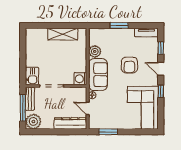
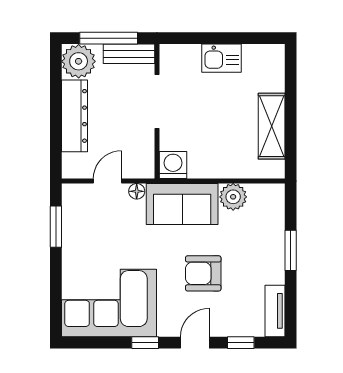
kitchen sink: (32, 76) -> (222, 58), moved
dresser: (70, 123) -> (74, 116), moved

